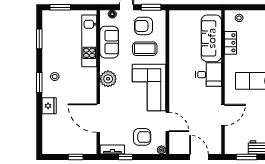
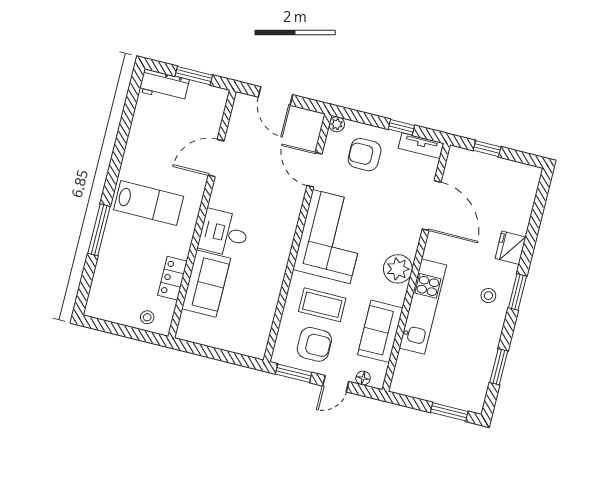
sofa: (211, 38) -> (206, 283), width x0.73
kitchen unit: (89, 41) -> (423, 306), moved

